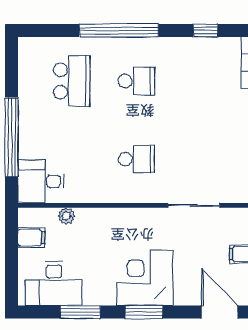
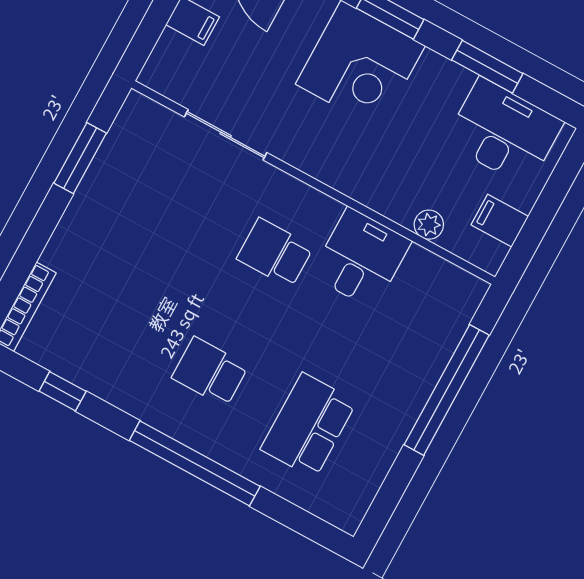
desk: (41, 181) -> (361, 258), moved, turned -90

